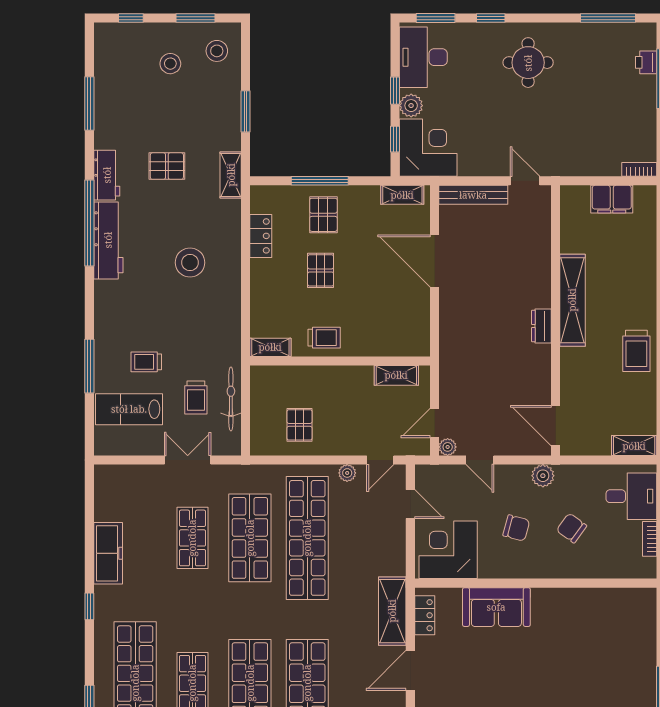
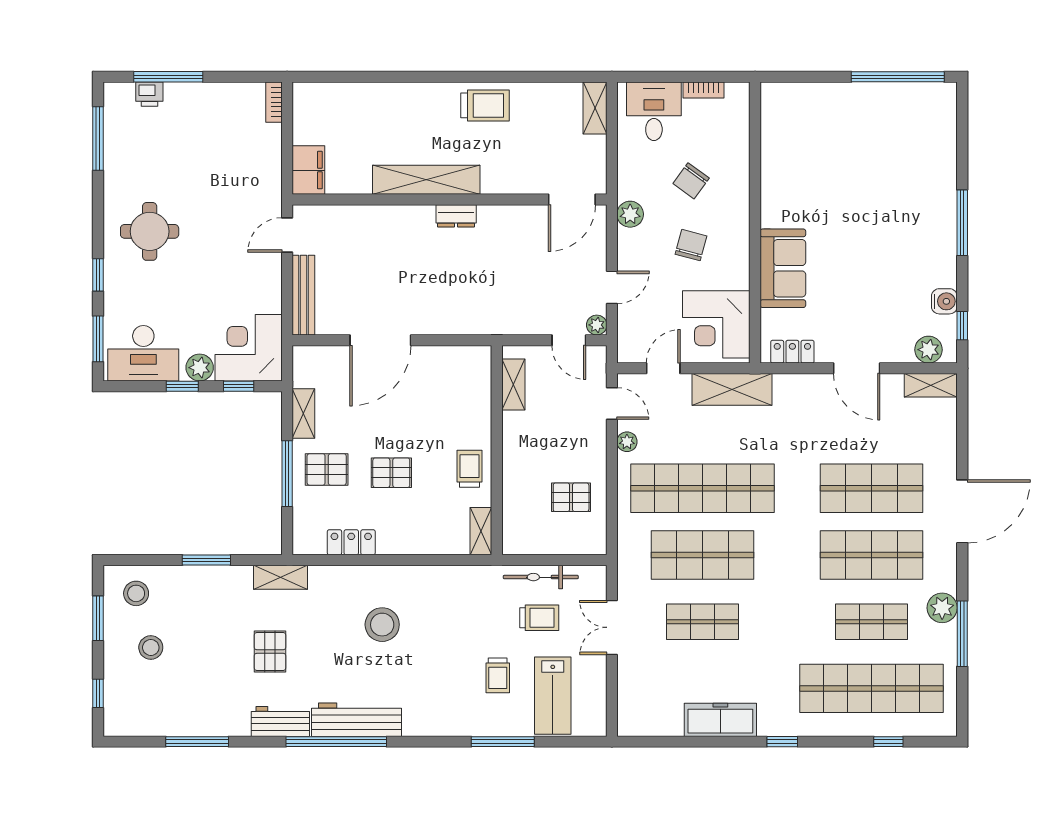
shelving: (402, 195) -> (303, 414), moved
filing cabinet: (612, 199) -> (308, 170), moved
shelving: (392, 611) -> (732, 389), moved

